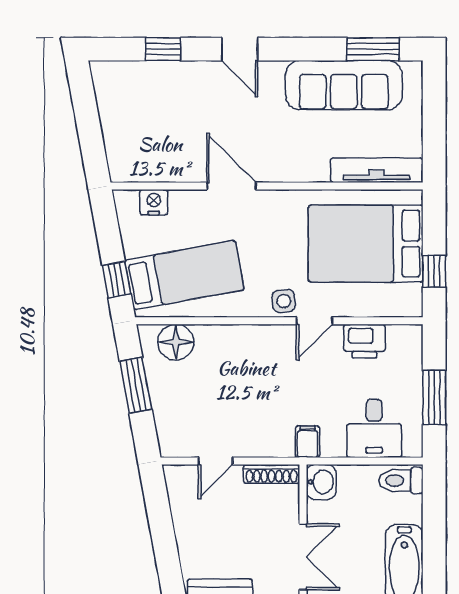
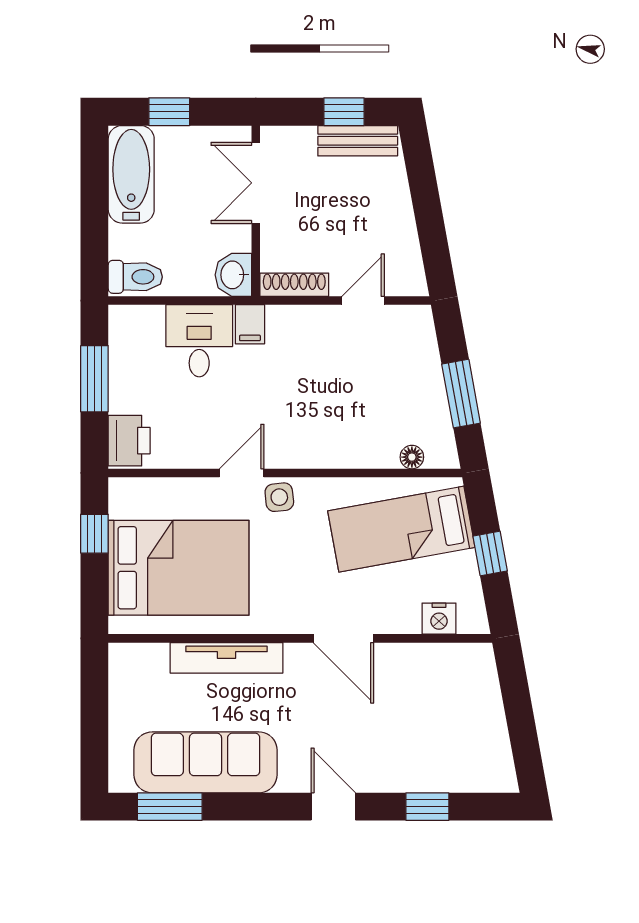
tv unit: (377, 170) -> (226, 658), moved
window: (117, 280) -> (490, 553), moved
printer: (364, 341) -> (129, 441), moved, turned 90
floor lamp: (176, 342) -> (412, 457), width x0.53, depth x0.53
desk: (374, 428) -> (199, 341), moved

